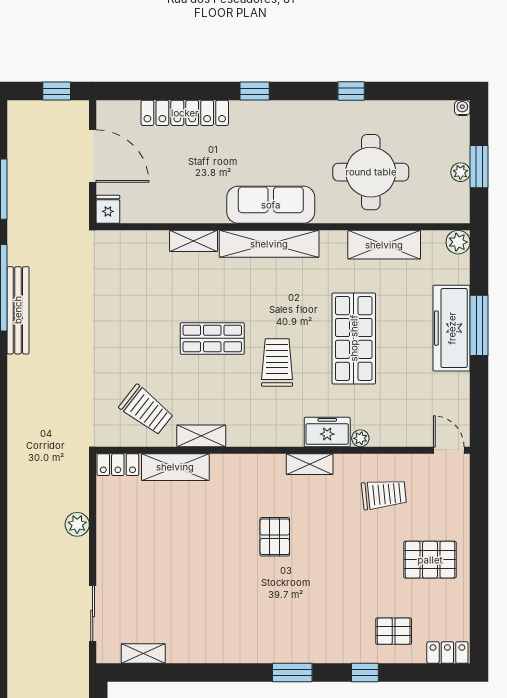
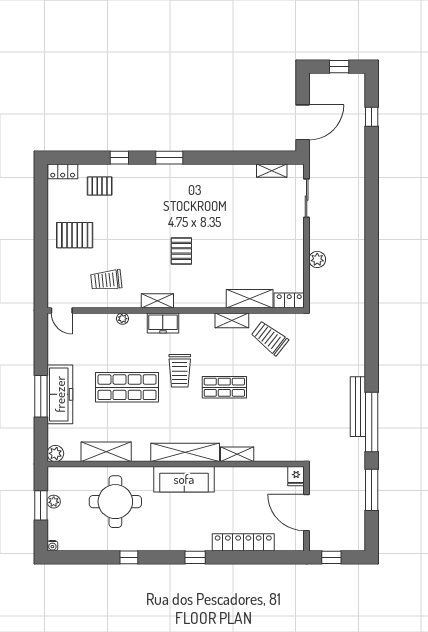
shop shelf: (354, 338) -> (127, 387), turned 90
freezer: (327, 432) -> (163, 323), moved

